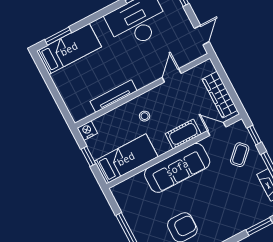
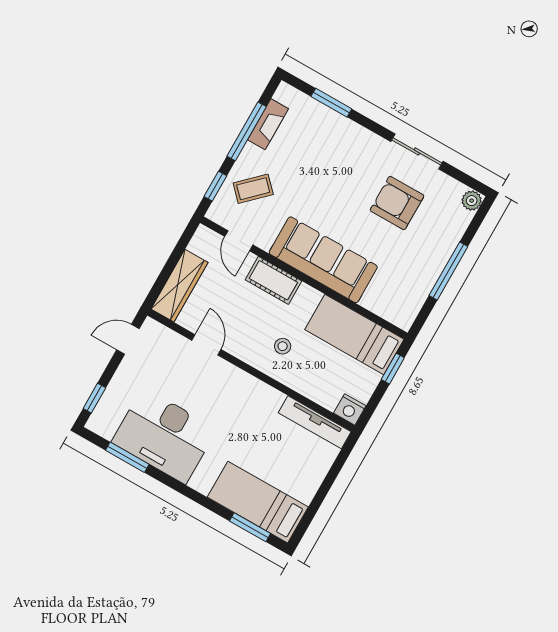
door: (172, 75) -> (206, 345), swing flipped
wardrobe: (220, 95) -> (179, 286), moved
tv unit: (114, 96) -> (315, 422), moved
window: (88, 156) -> (393, 369), moved

